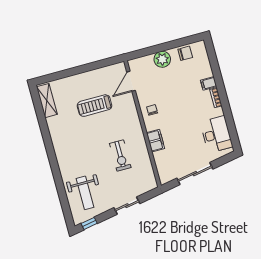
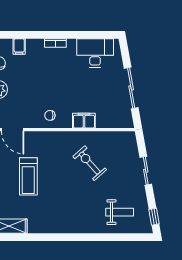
filing cabinet: (209, 83) -> (19, 47), moved
exercise bike: (120, 155) -> (90, 163), turned -132
weight bench: (85, 193) -> (120, 212), width x0.73, depth x0.75

